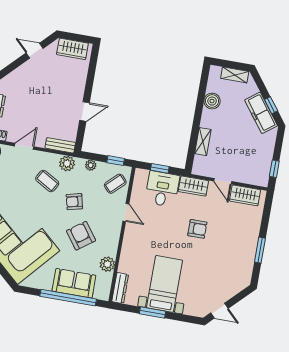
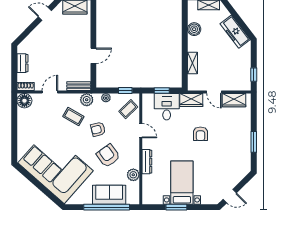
window: (271, 105) -> (242, 24), removed
armchair: (197, 229) -> (200, 134), turned 90
dresser: (120, 288) -> (147, 162), moved

